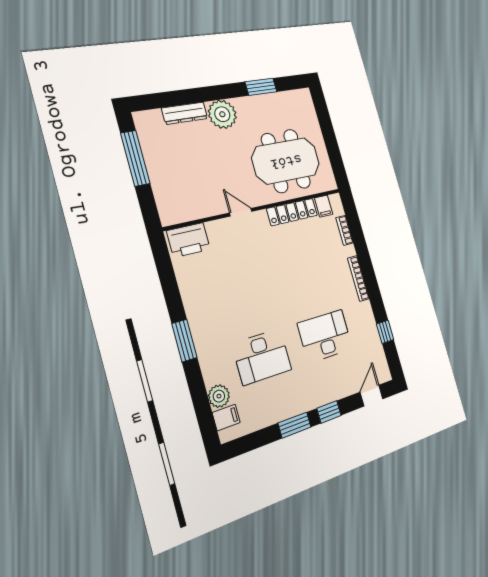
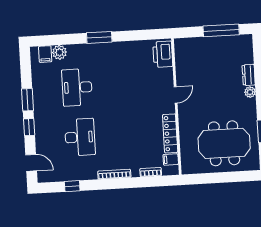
dresser: (185, 113) -> (249, 75), width x0.70
plant: (222, 114) -> (250, 92), width x0.53, depth x0.53
meeting table: (286, 161) -> (224, 143), moved, turned 90

